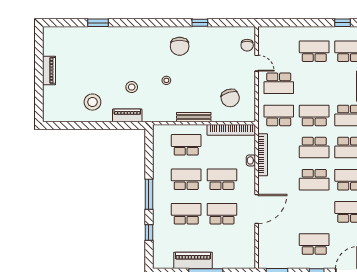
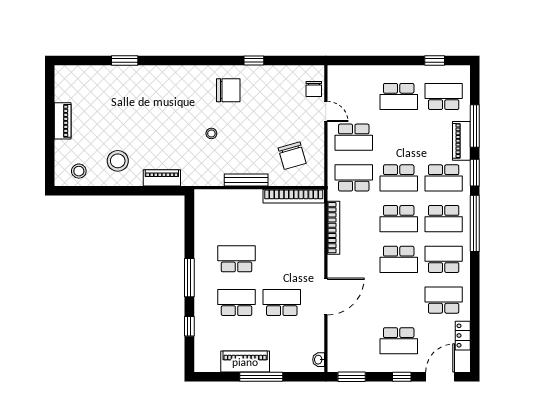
chair: (180, 46) -> (228, 90), turned -90
school desk: (314, 51) -> (399, 96), turned 180
stool: (132, 87) -> (79, 171), moved
school desk: (314, 115) -> (399, 178), turned 180
school desk: (186, 145) -> (236, 215), removed
washbasin: (251, 160) -> (319, 360), moved
school desk: (222, 179) -> (282, 259), removed
school desk: (314, 244) -> (399, 341), turned 180

